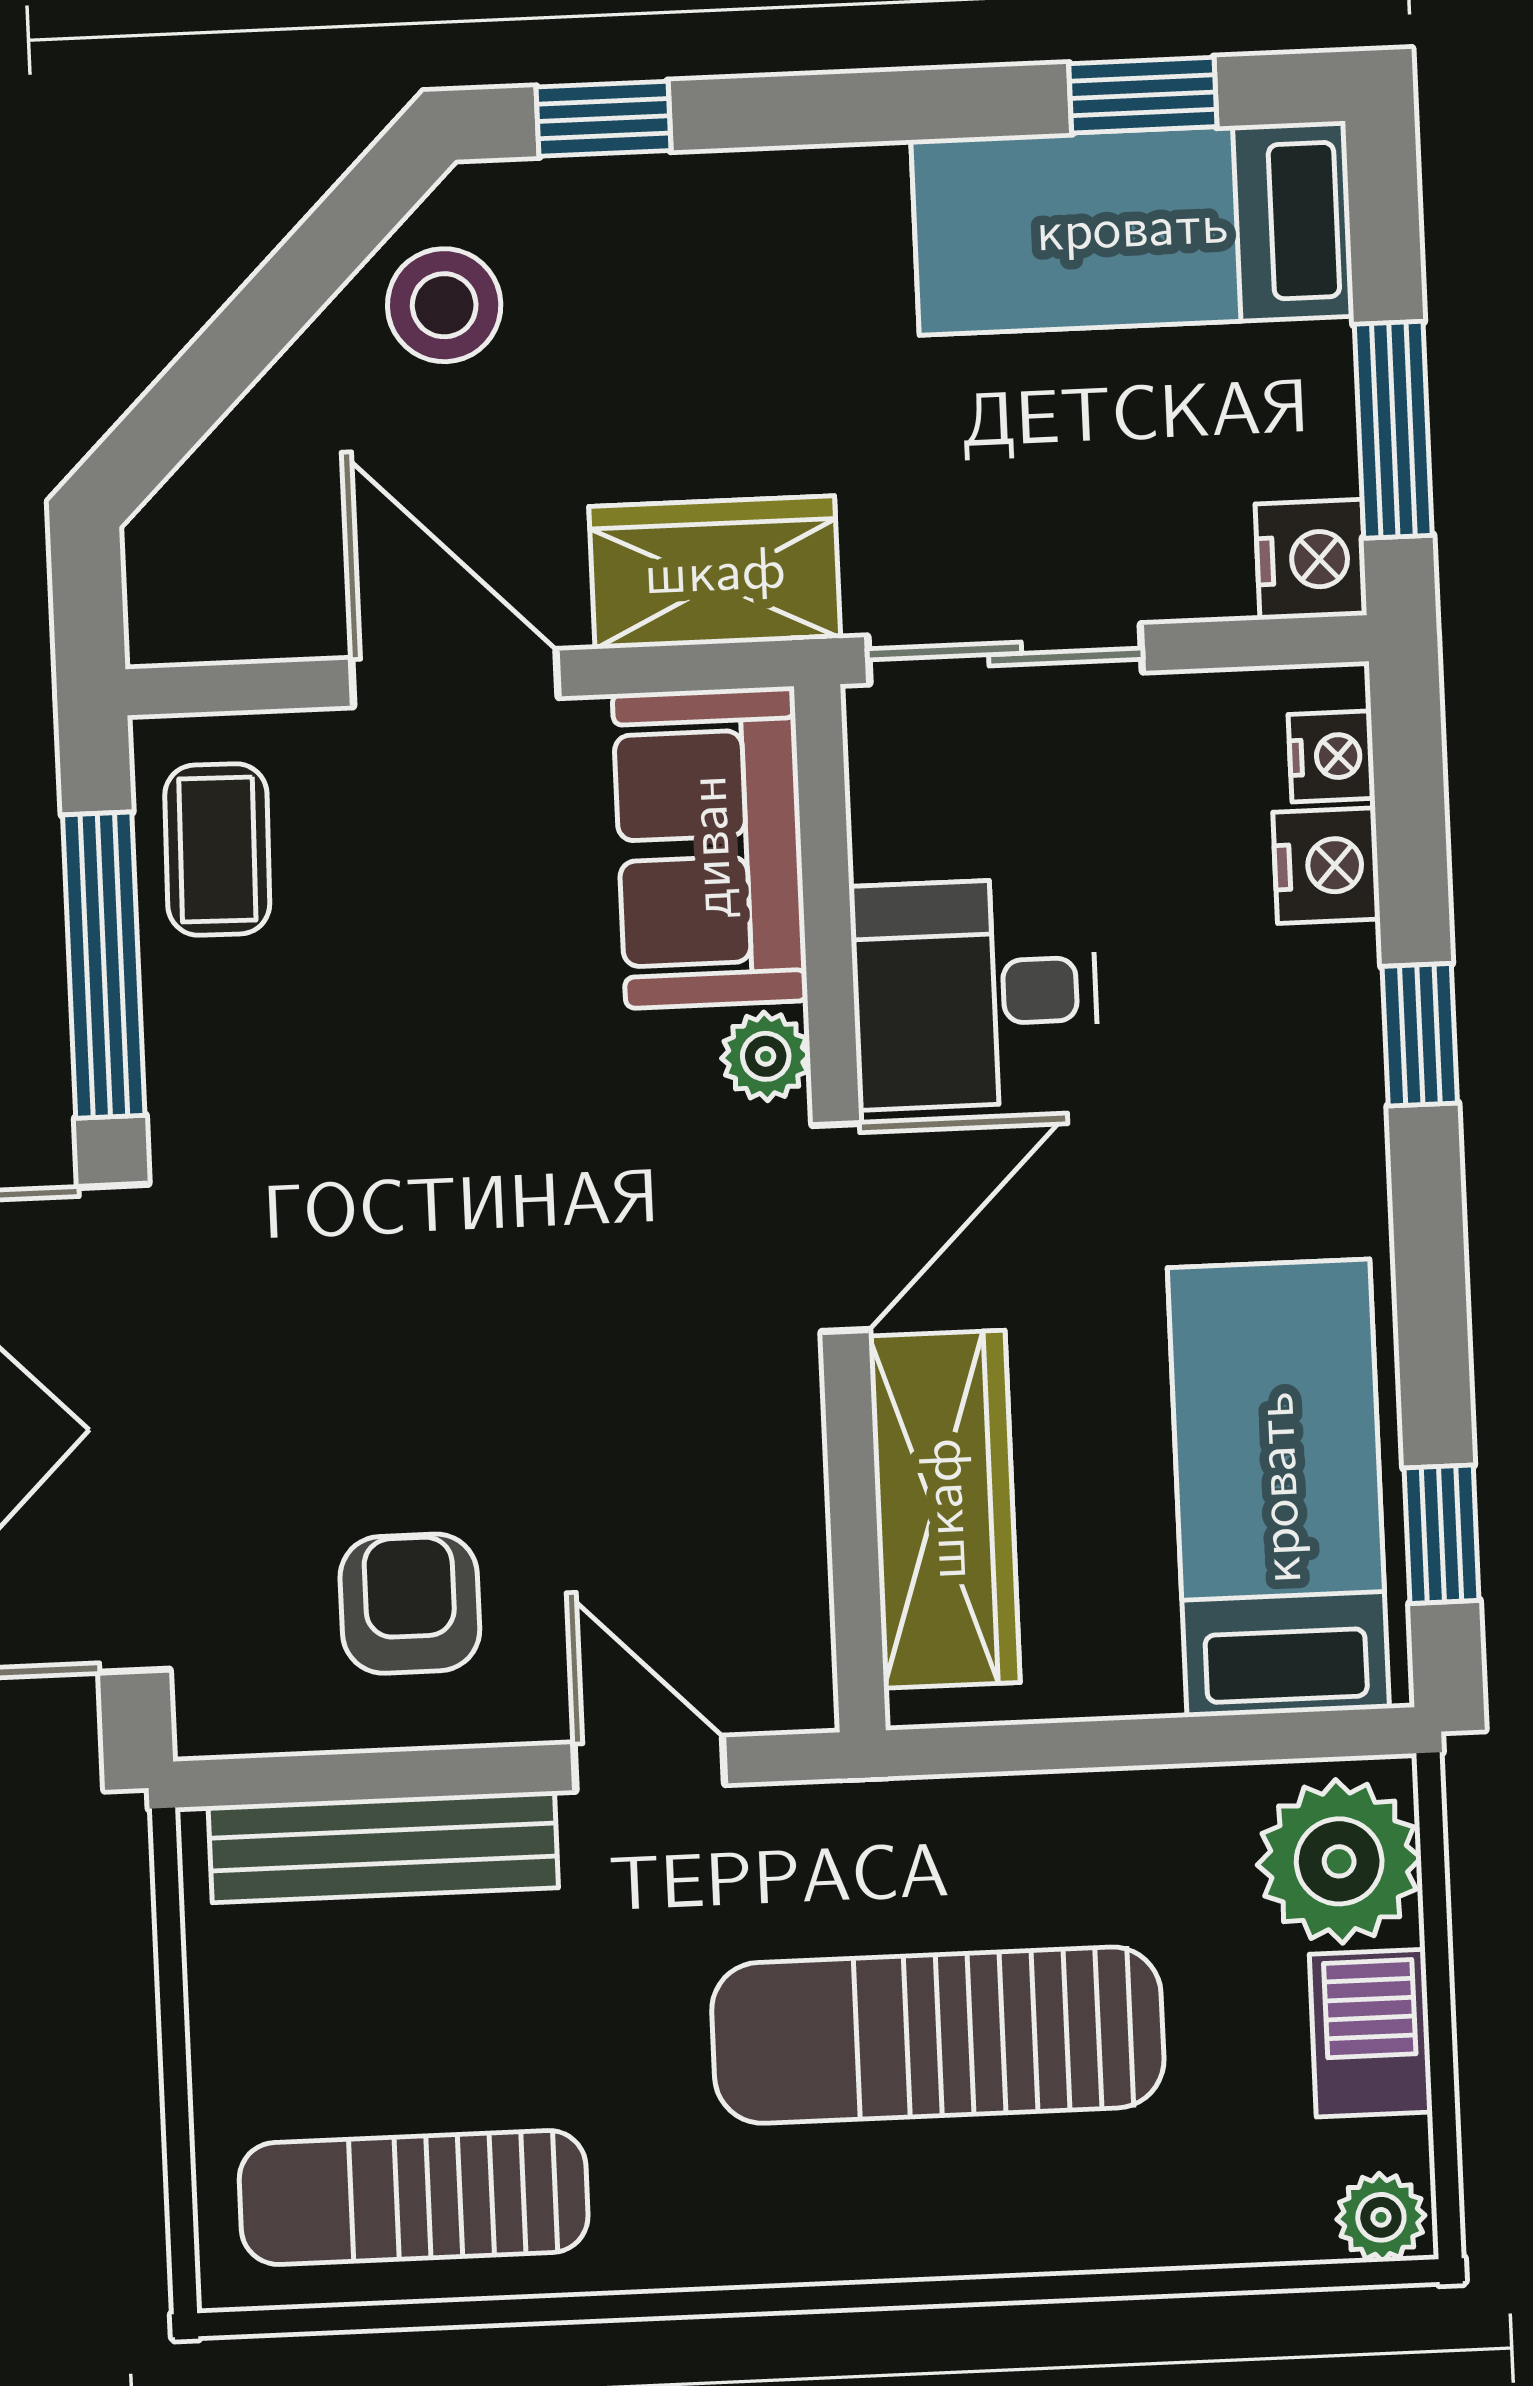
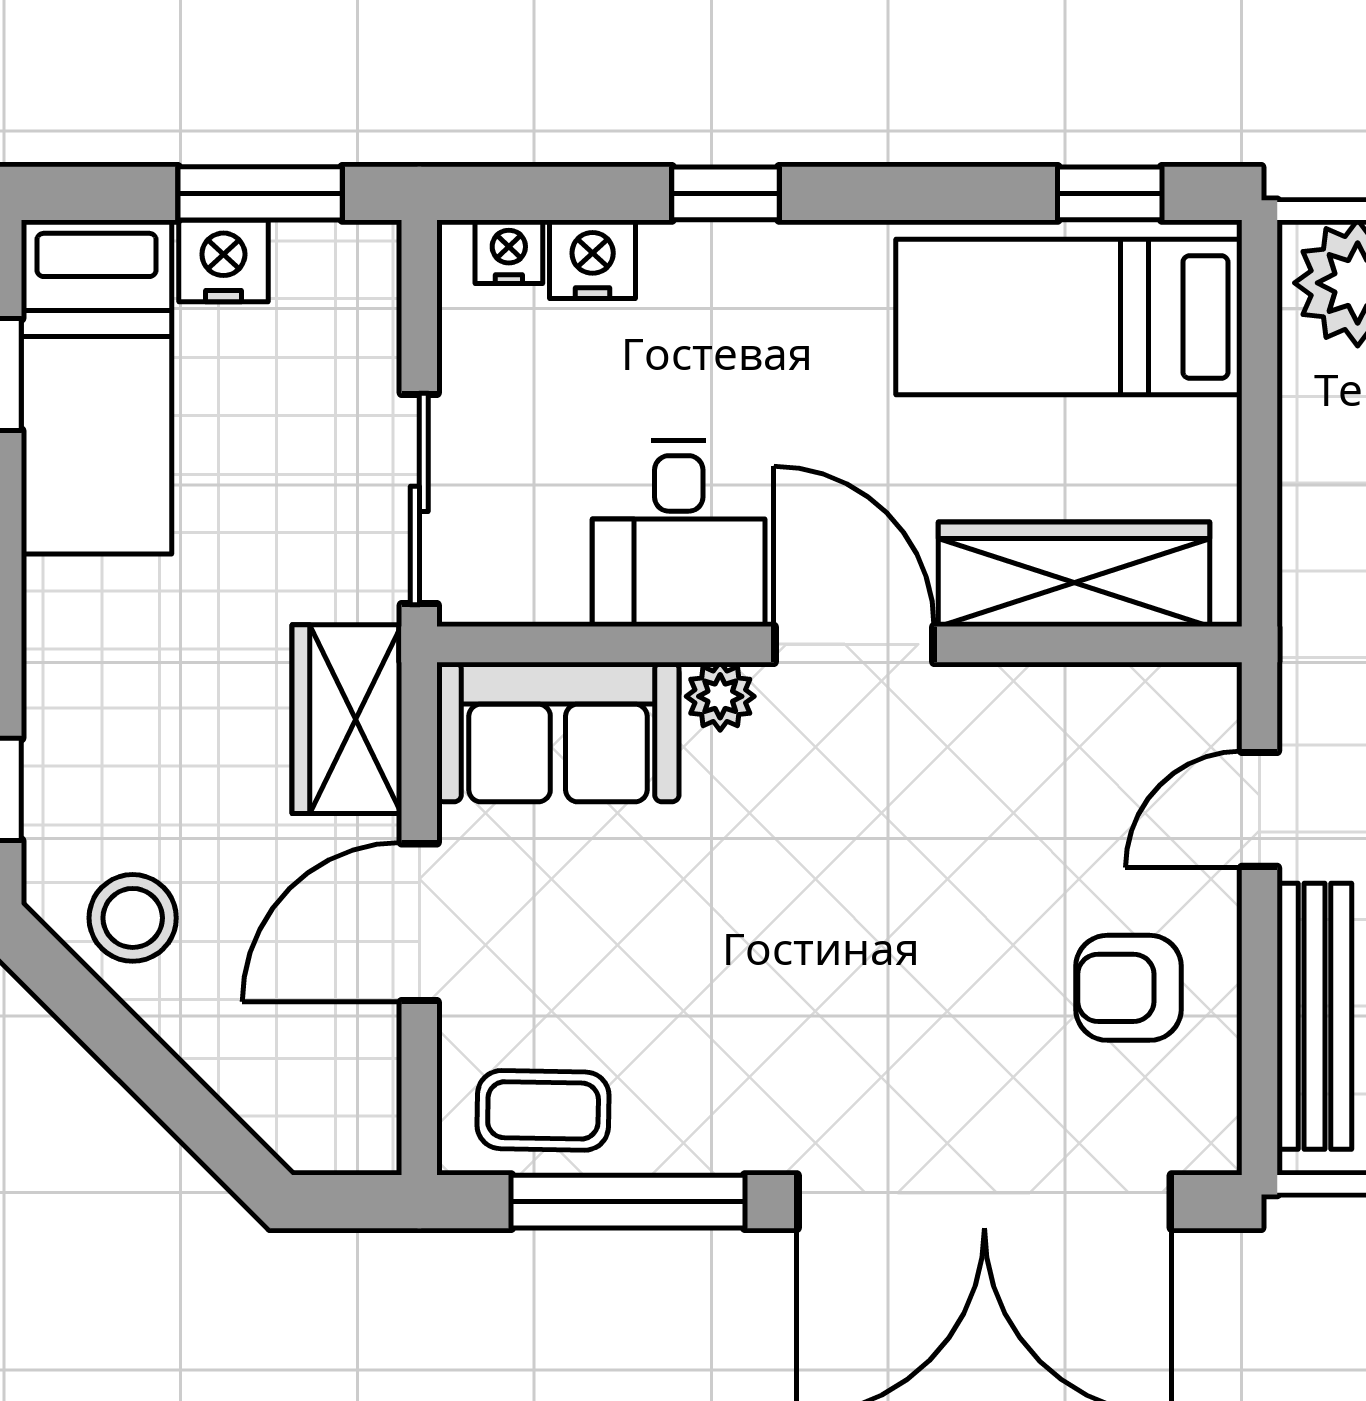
nightstand: (1311, 559) -> (223, 261), moved

